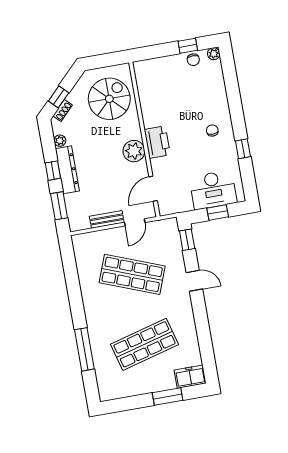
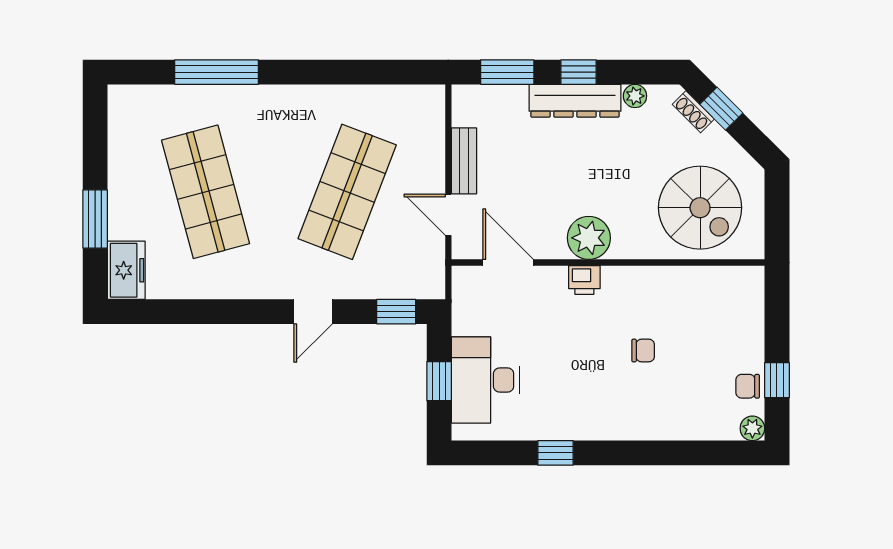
chair: (212, 130) -> (643, 351), moved
printer: (157, 142) -> (584, 280), width x0.53, depth x0.68

